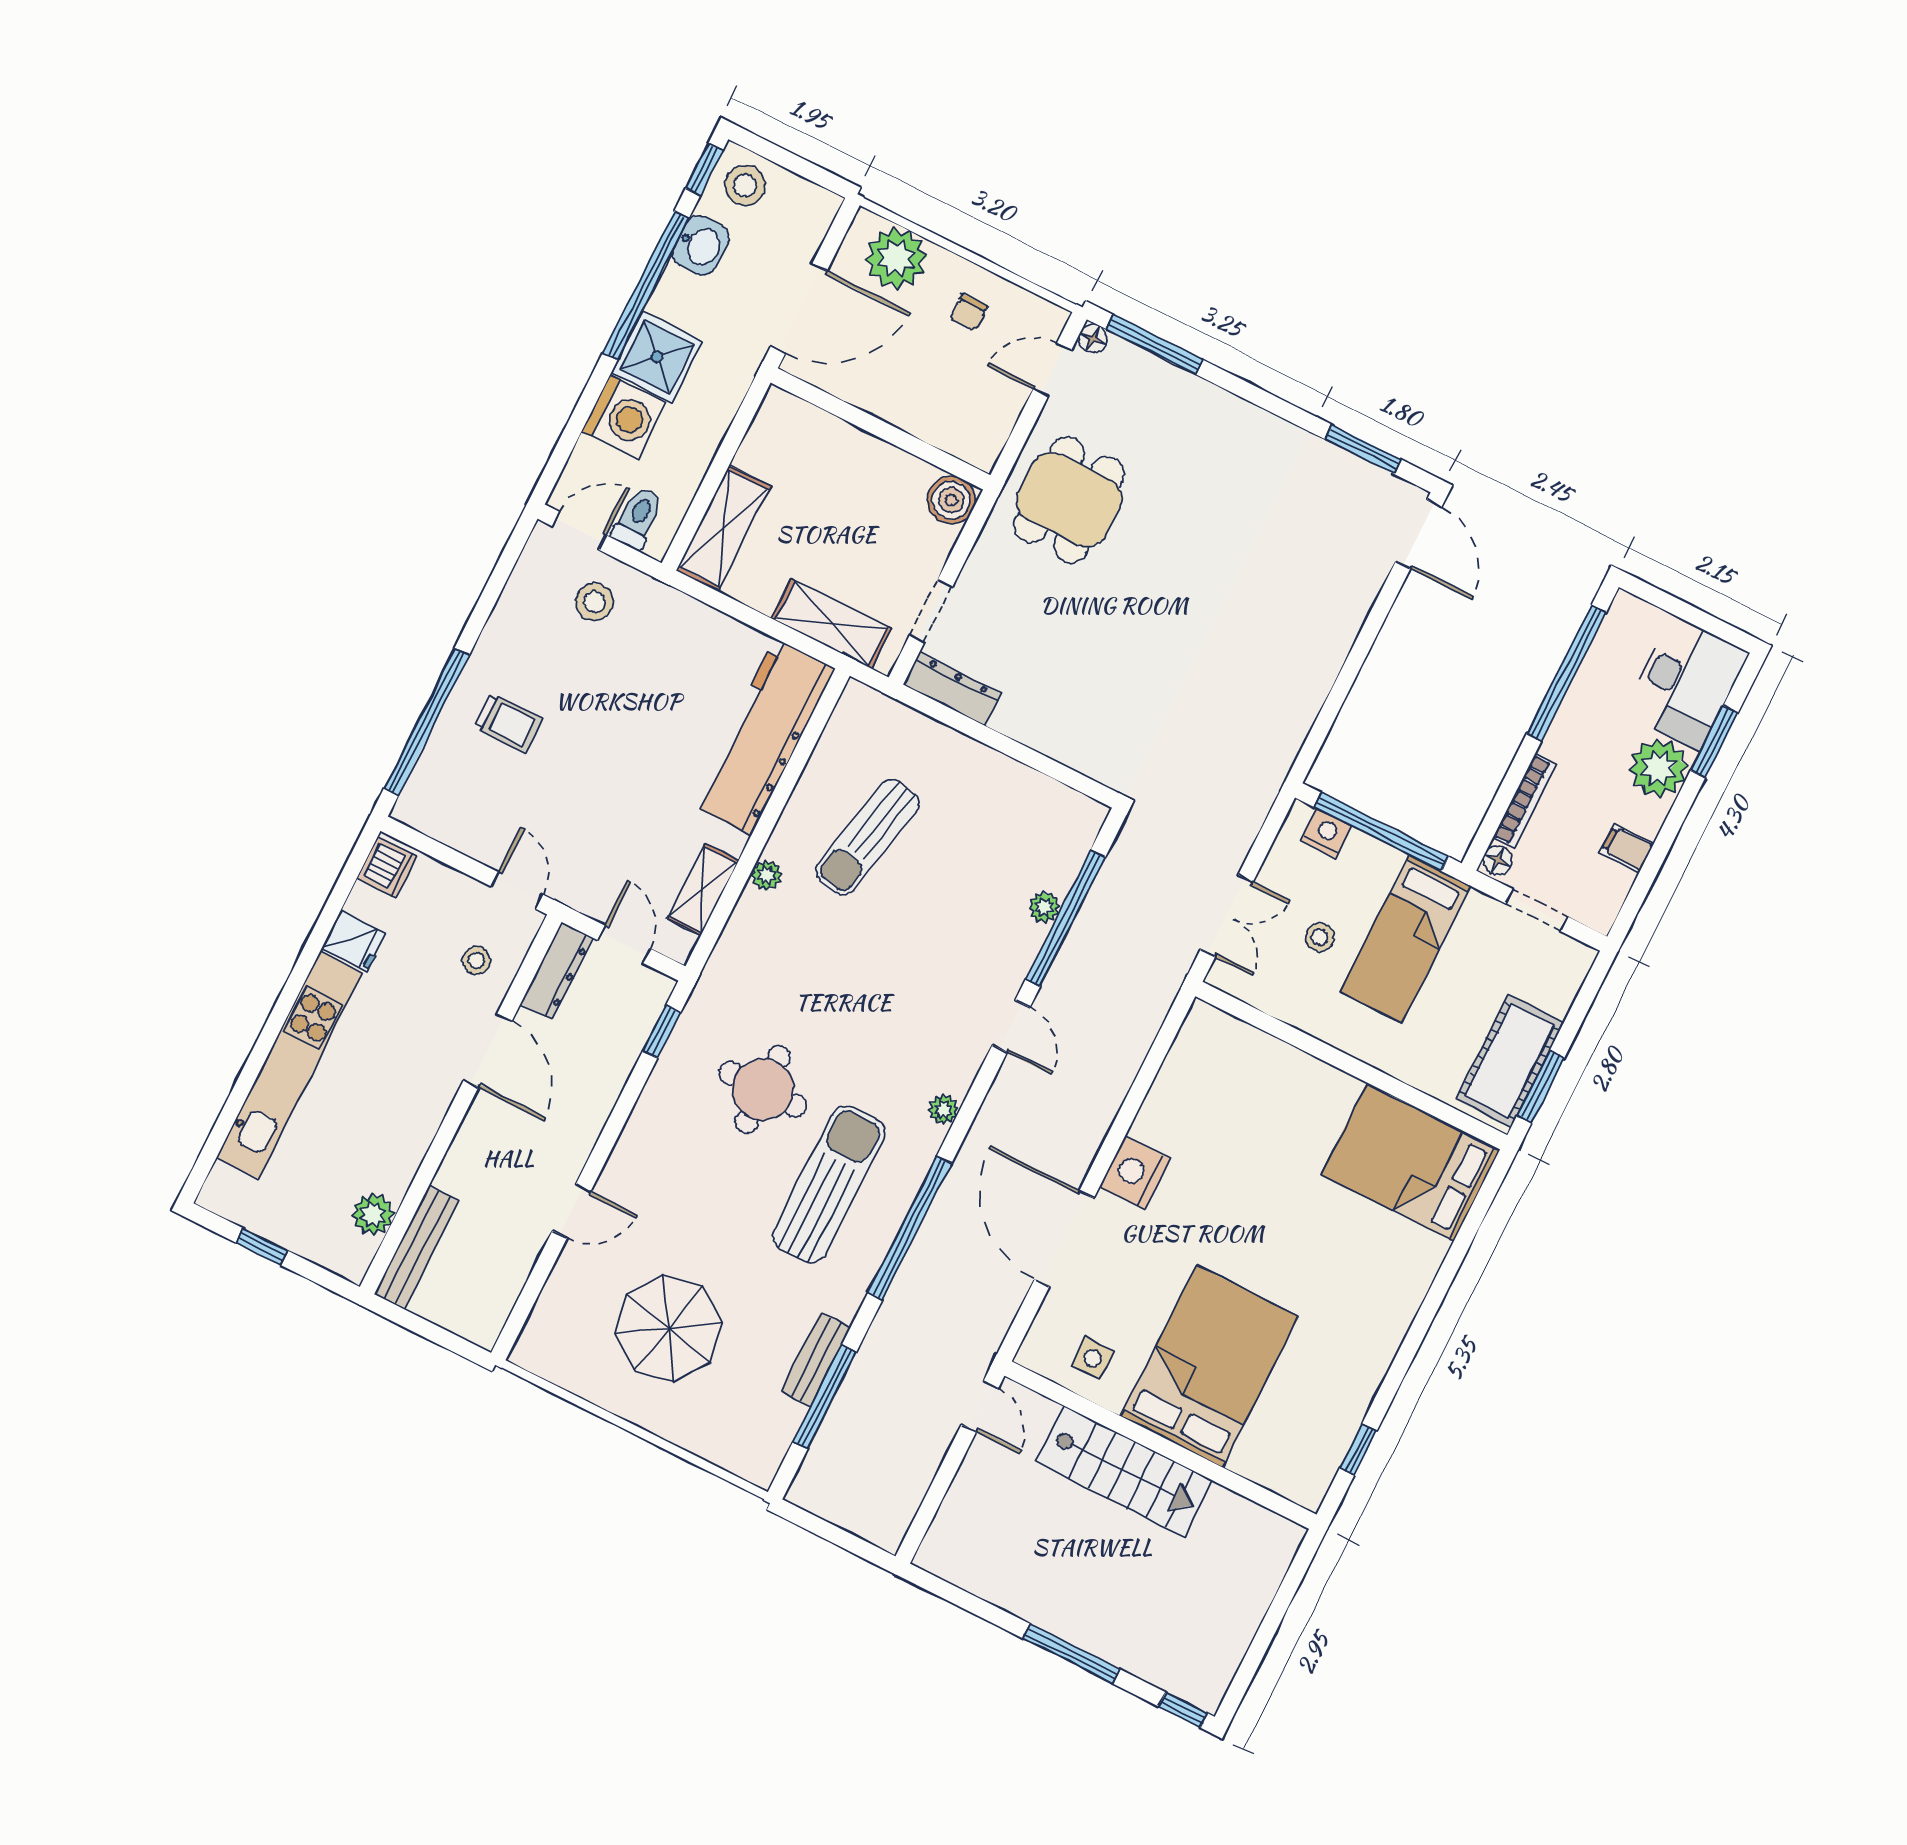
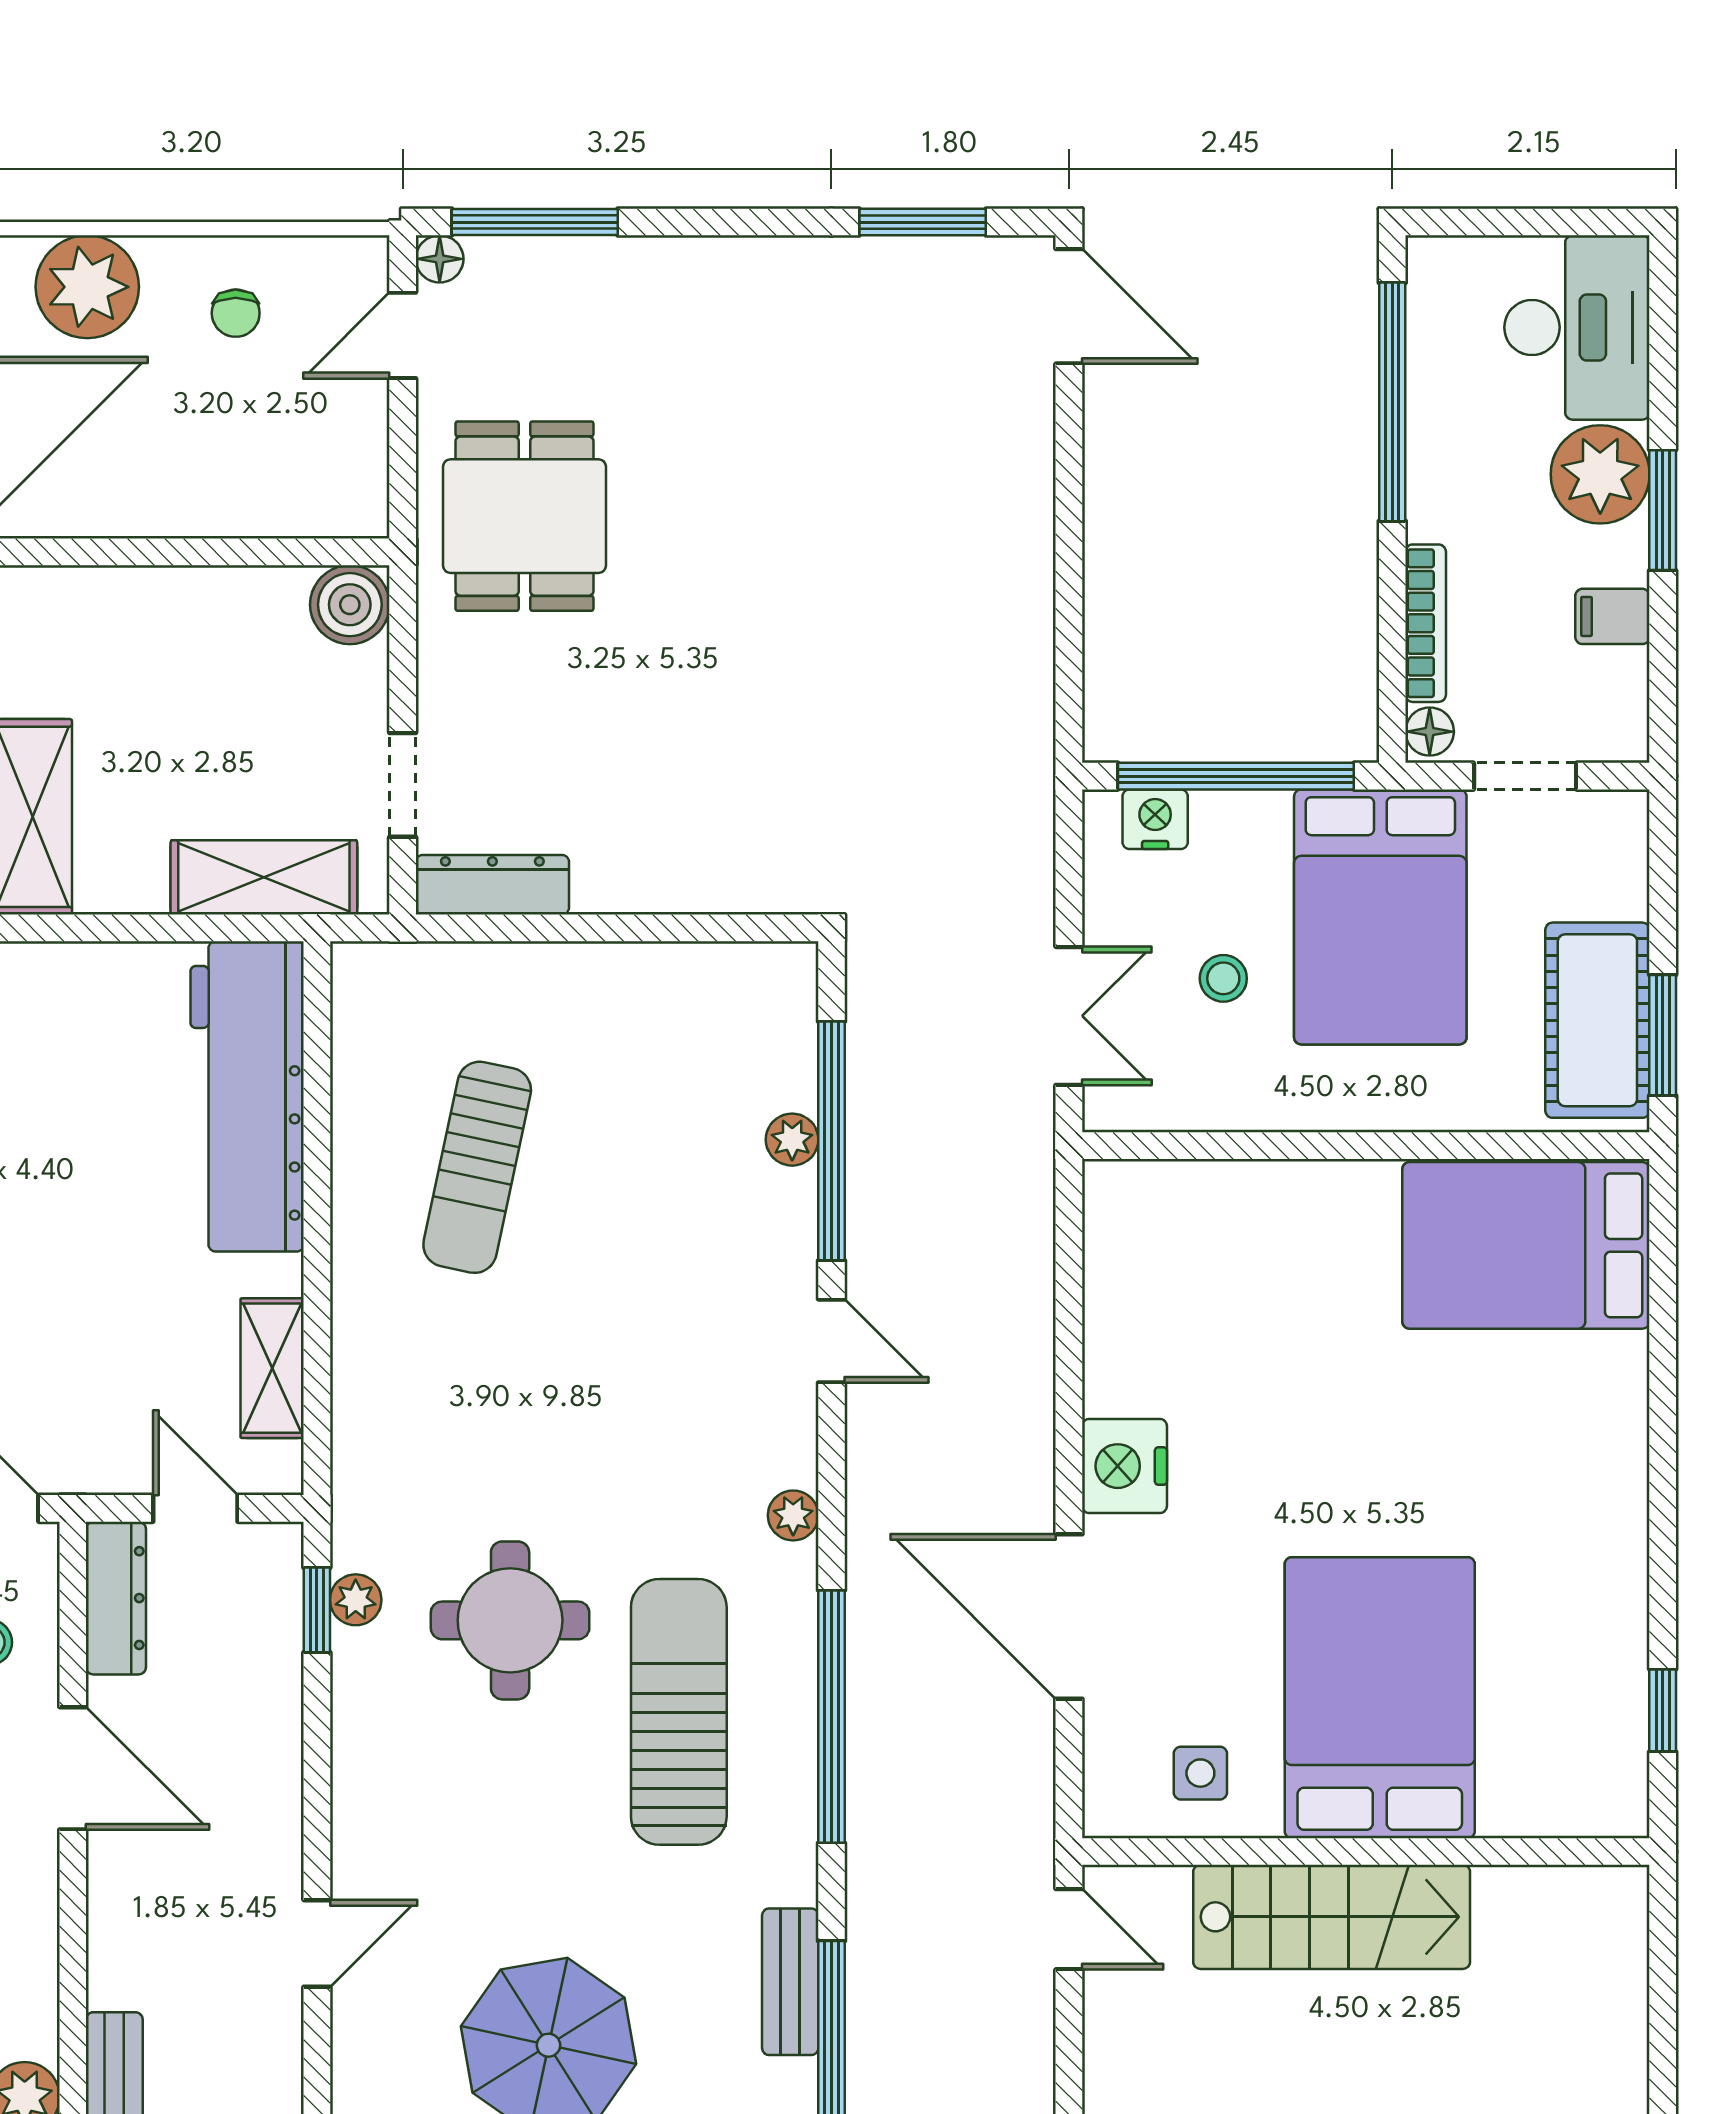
window: (1714, 742) -> (1663, 510), moved
plant: (767, 875) -> (356, 1600), moved
bed: (1405, 939) -> (1380, 917), width x1.50

